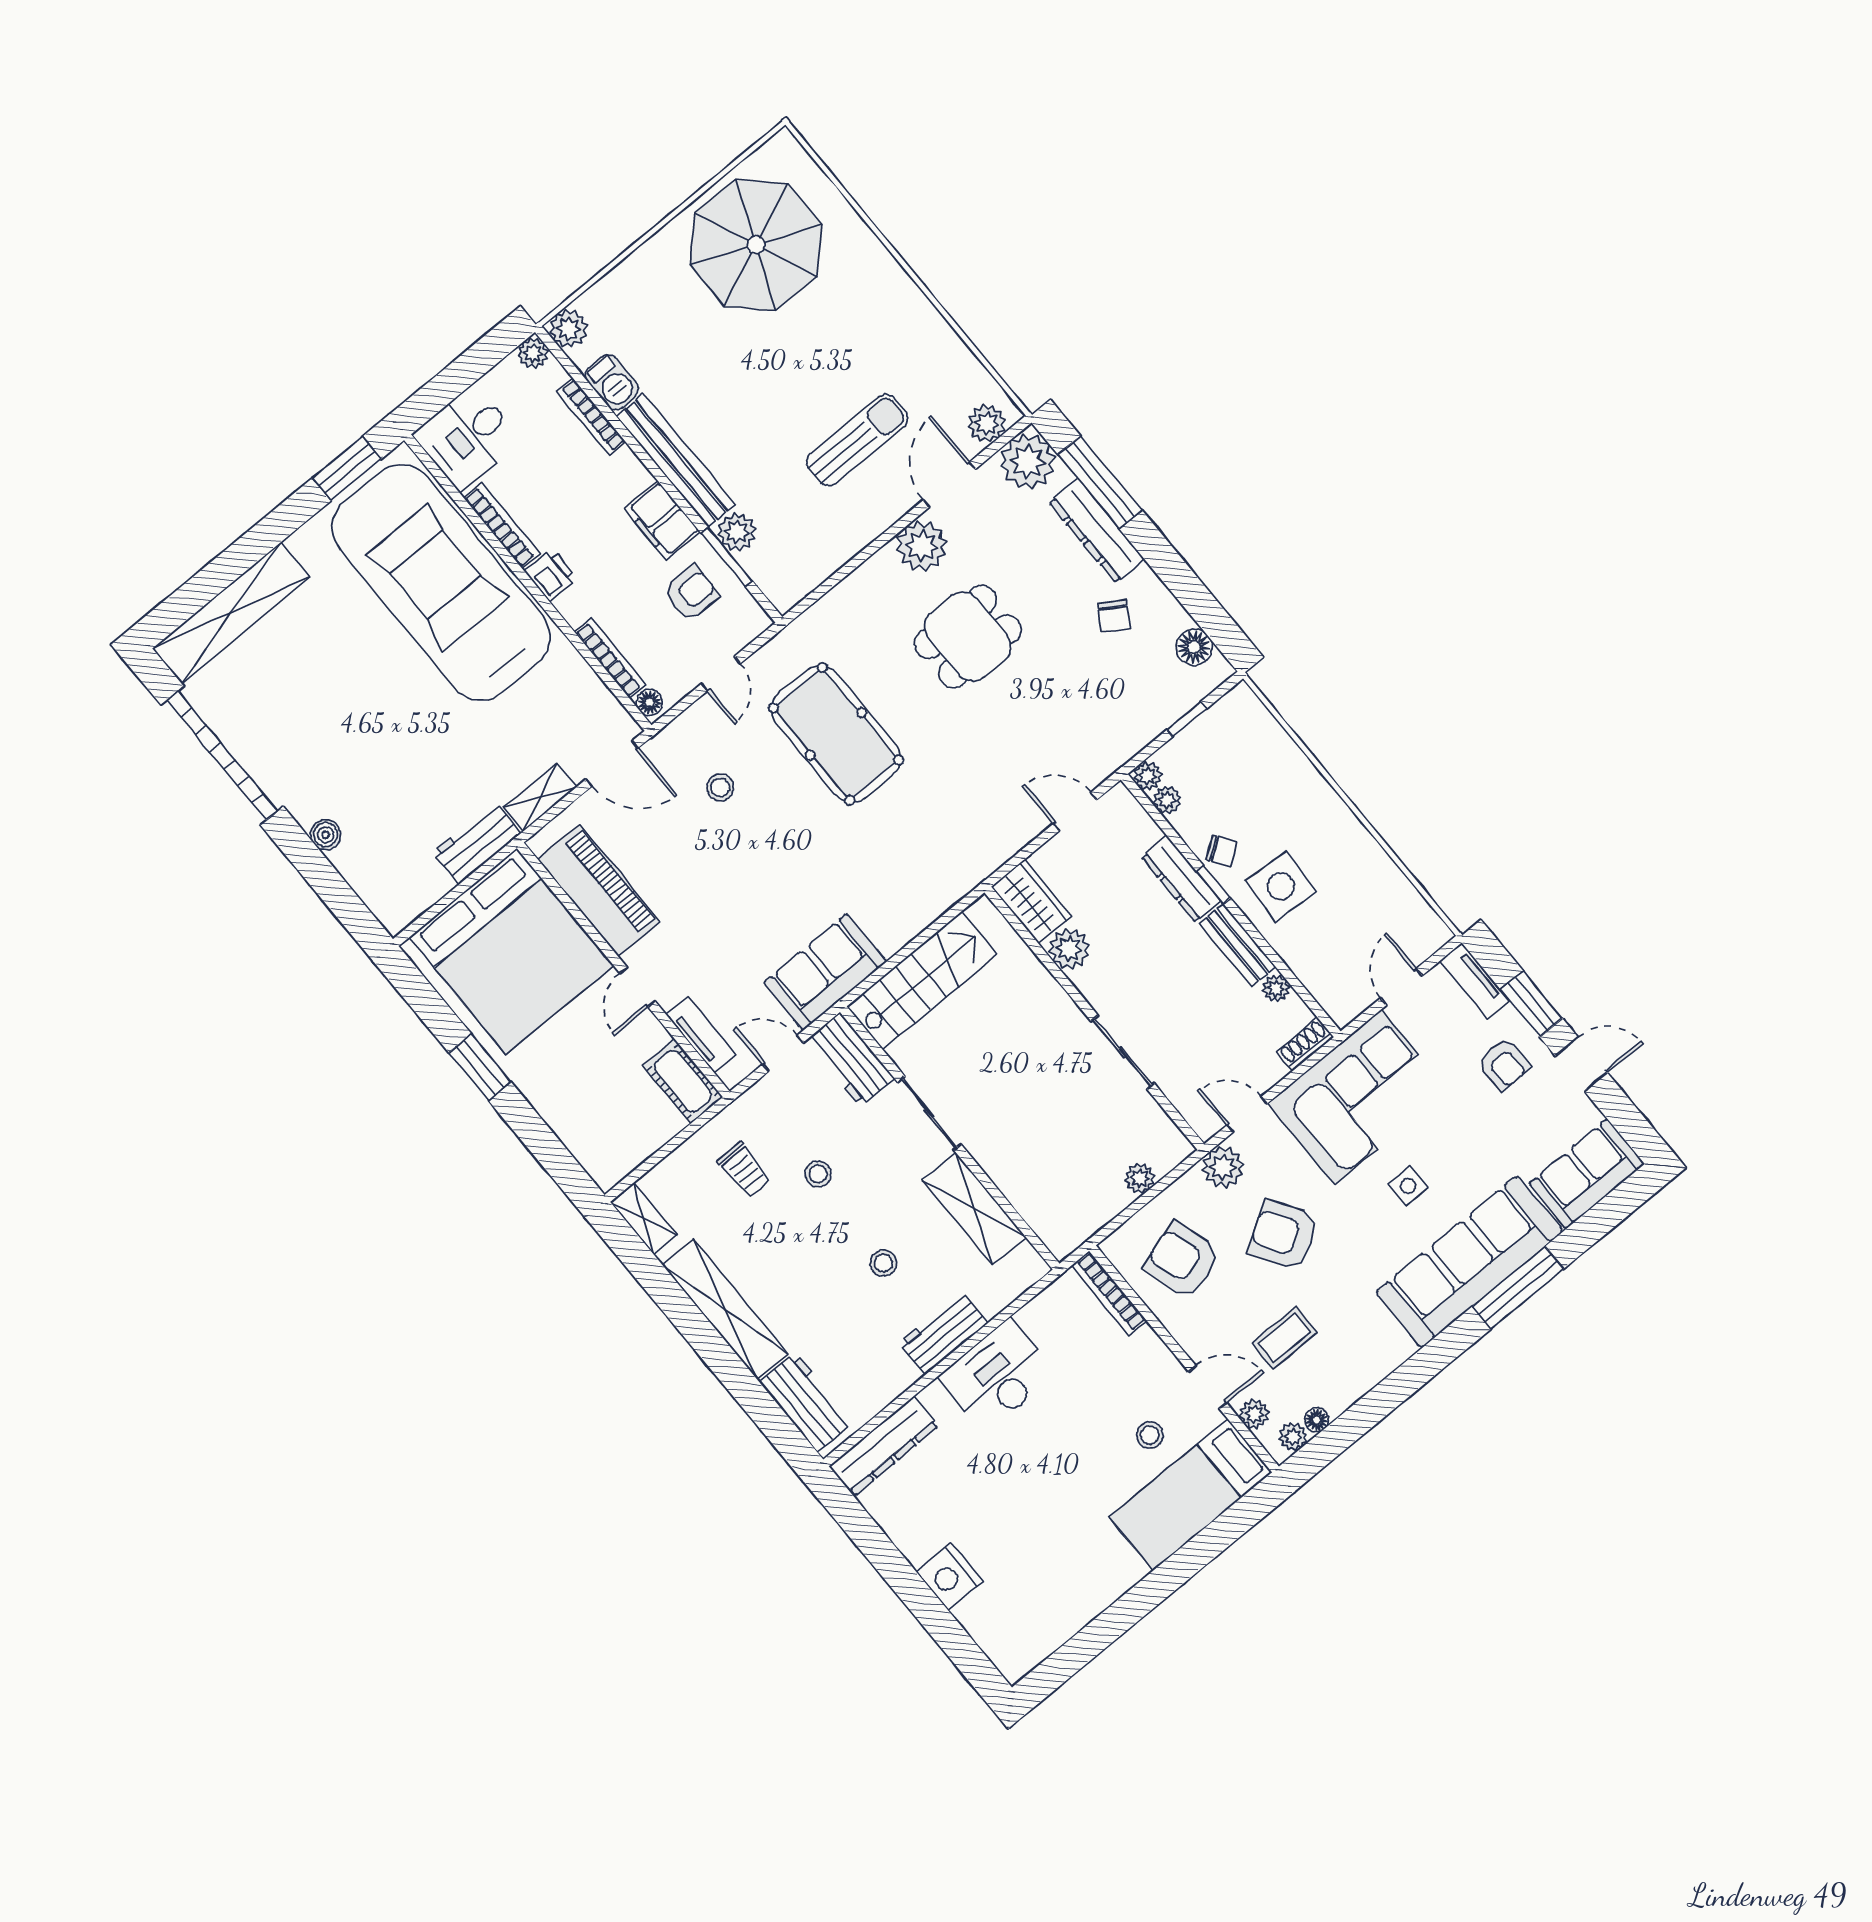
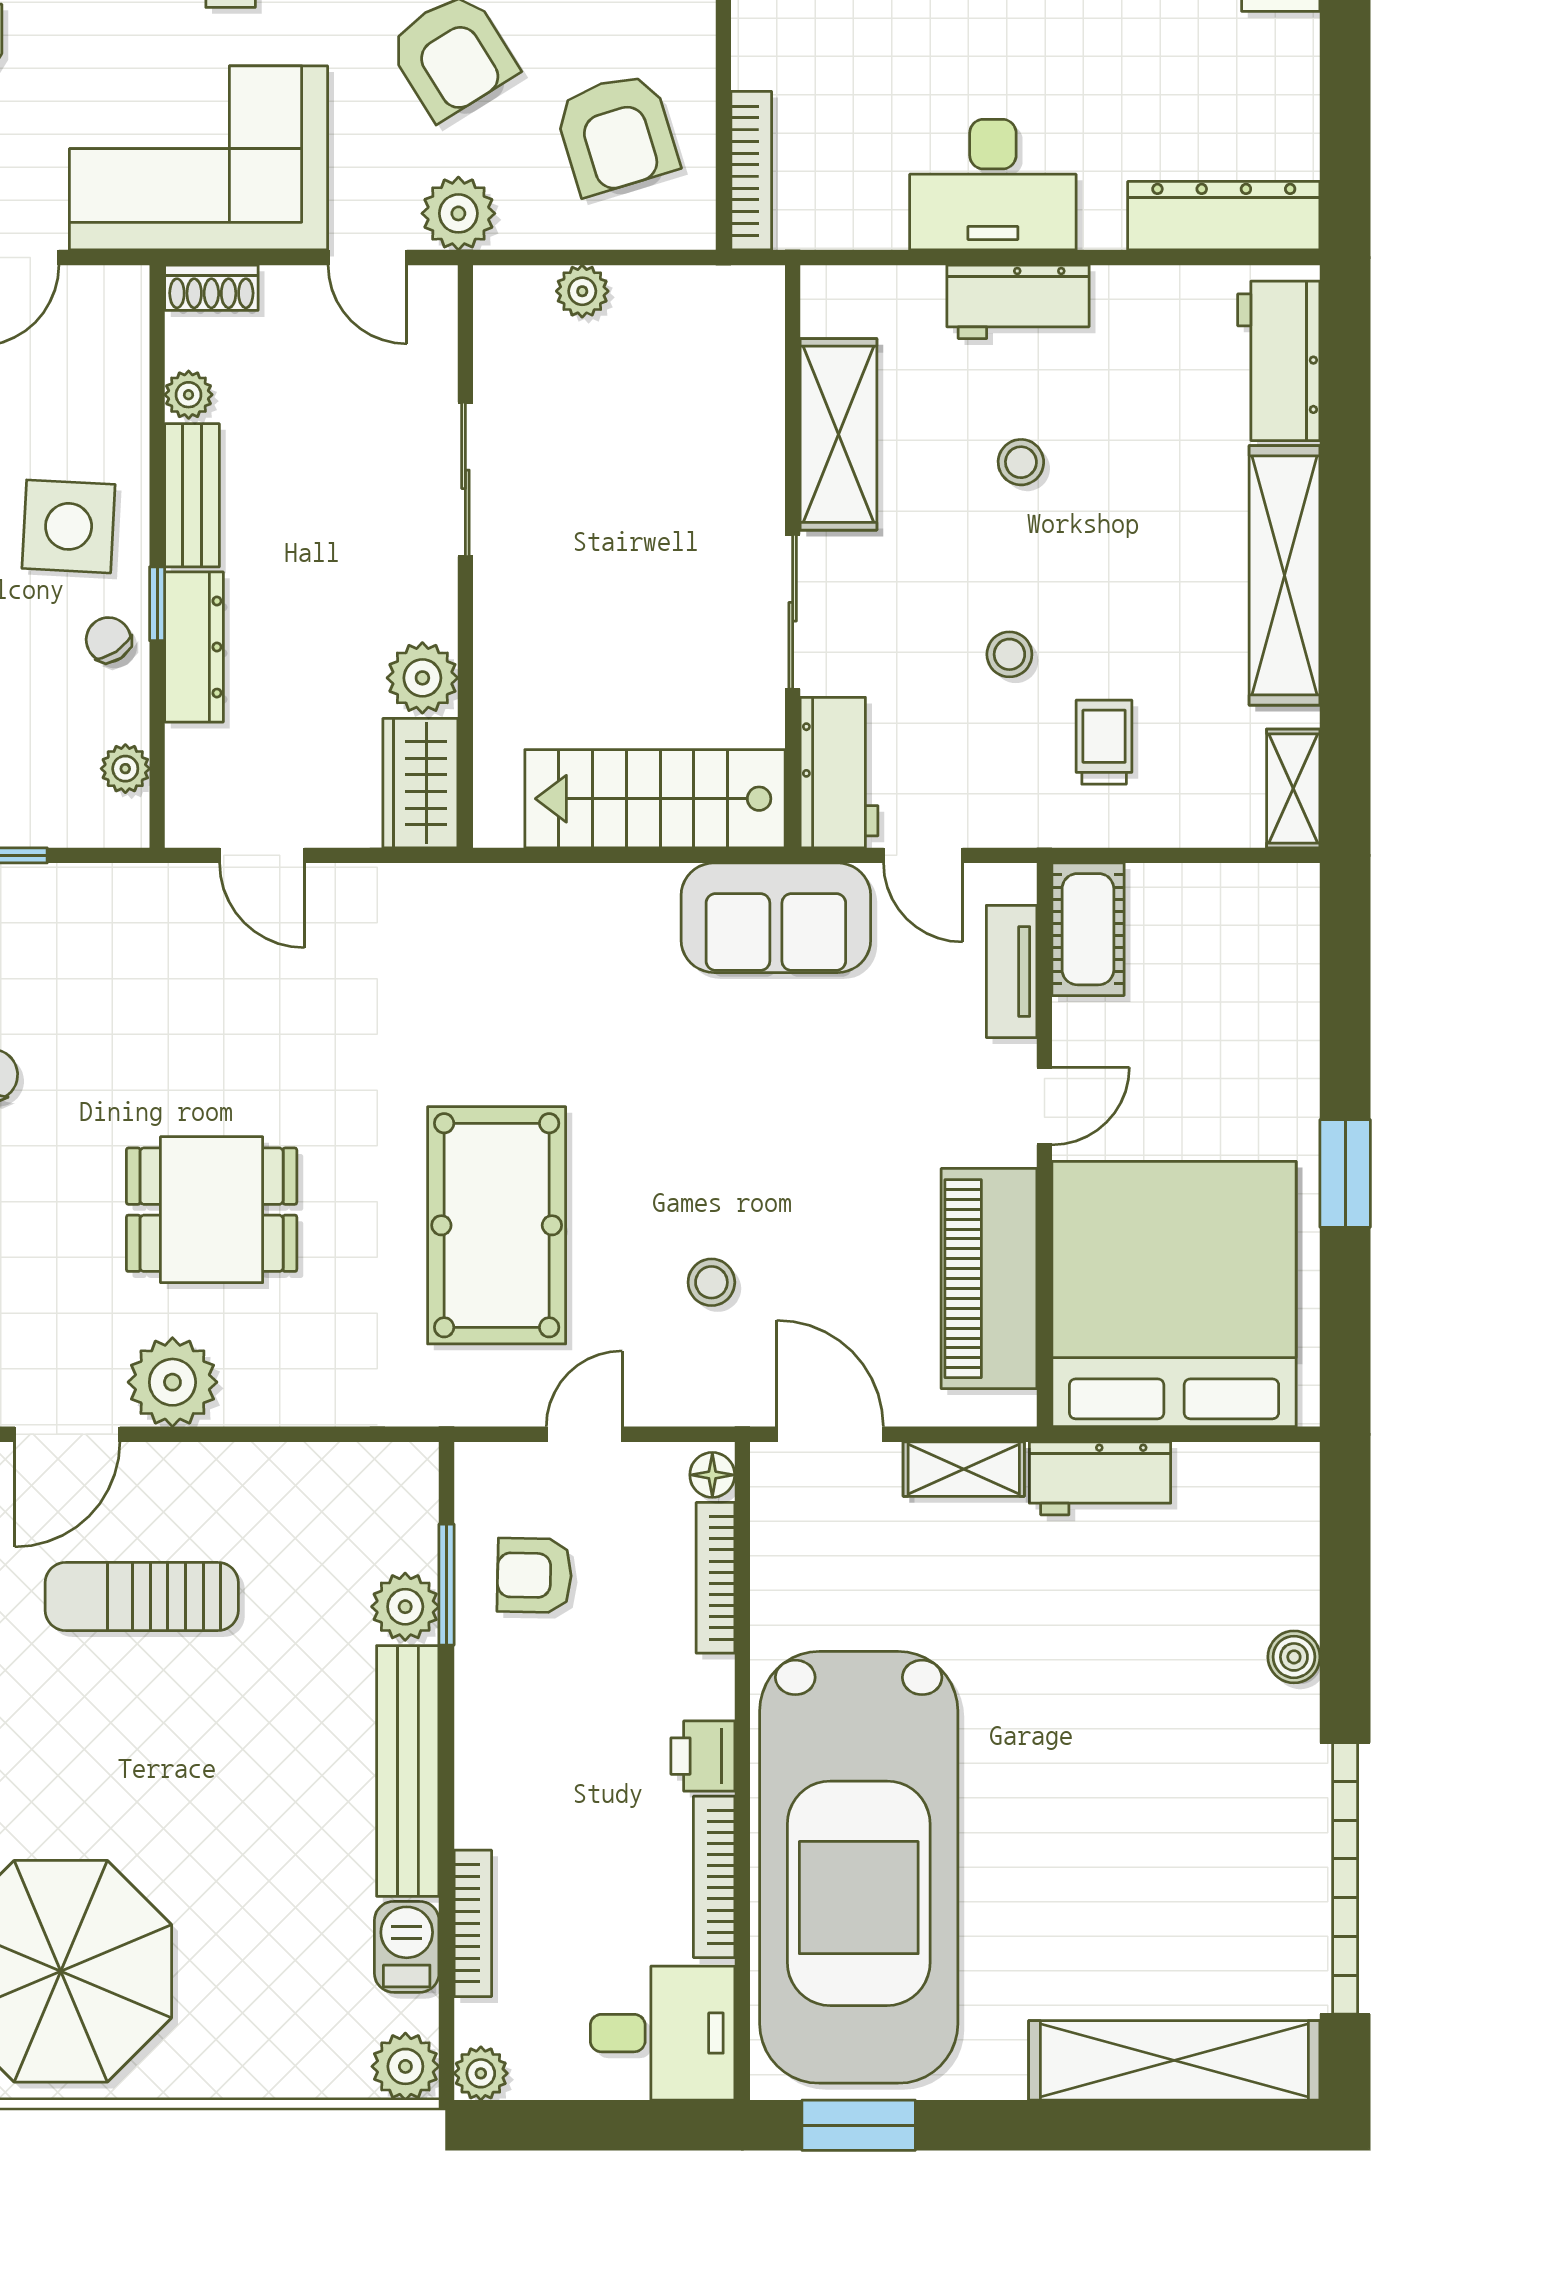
filing cabinet: (662, 520) -> (493, 1705), removed
plant: (1148, 776) -> (125, 823), removed

